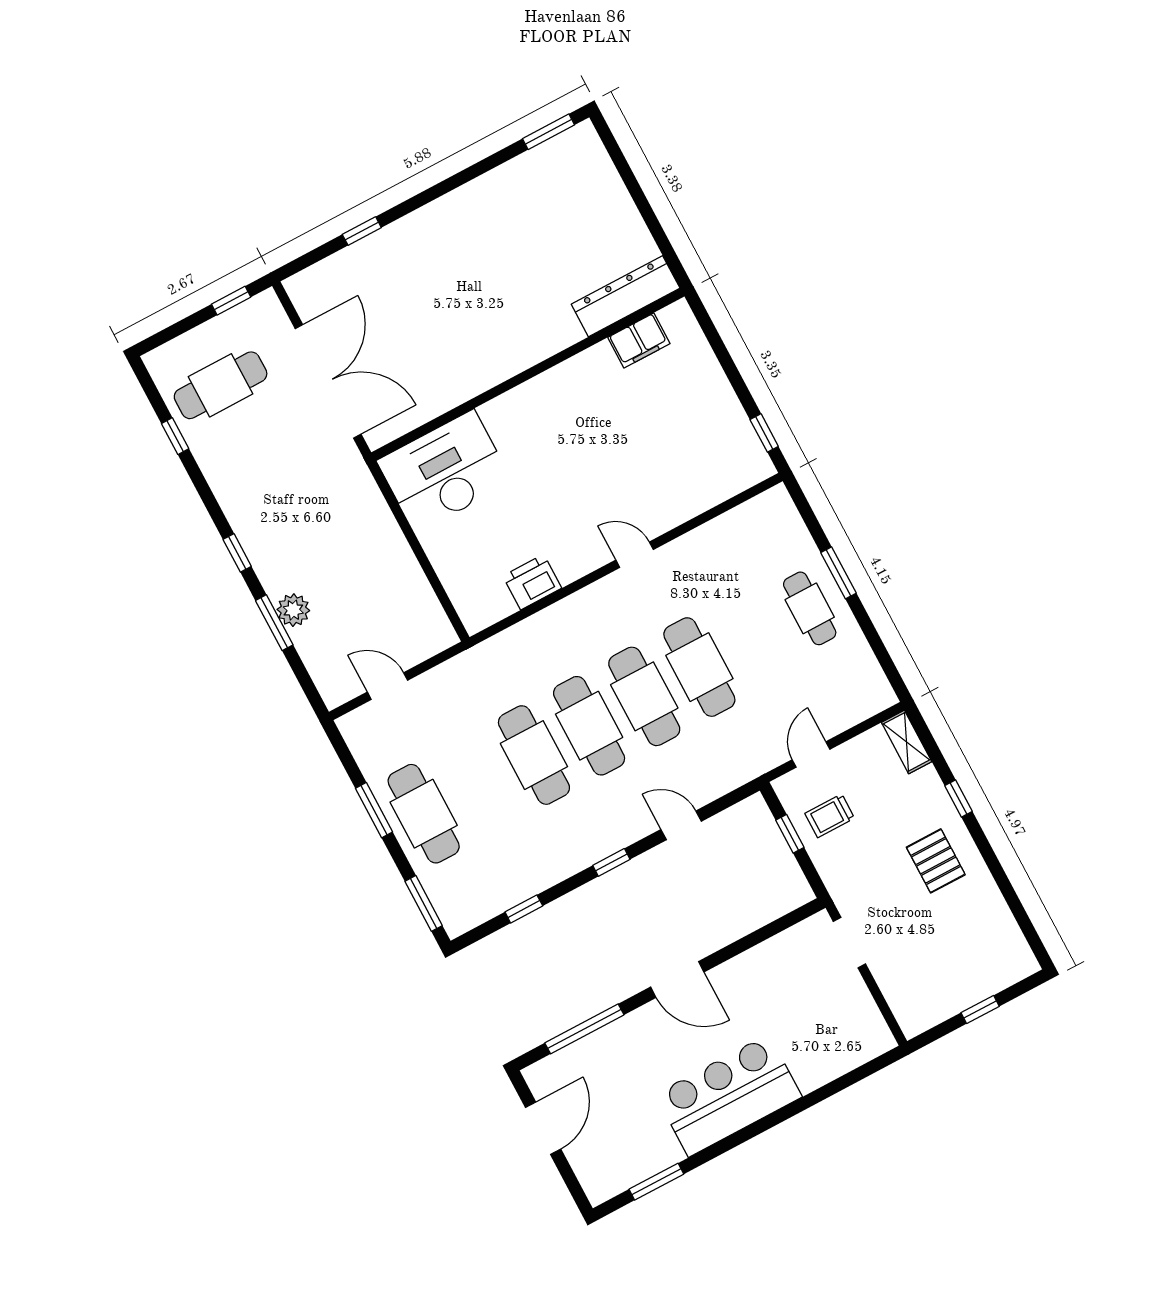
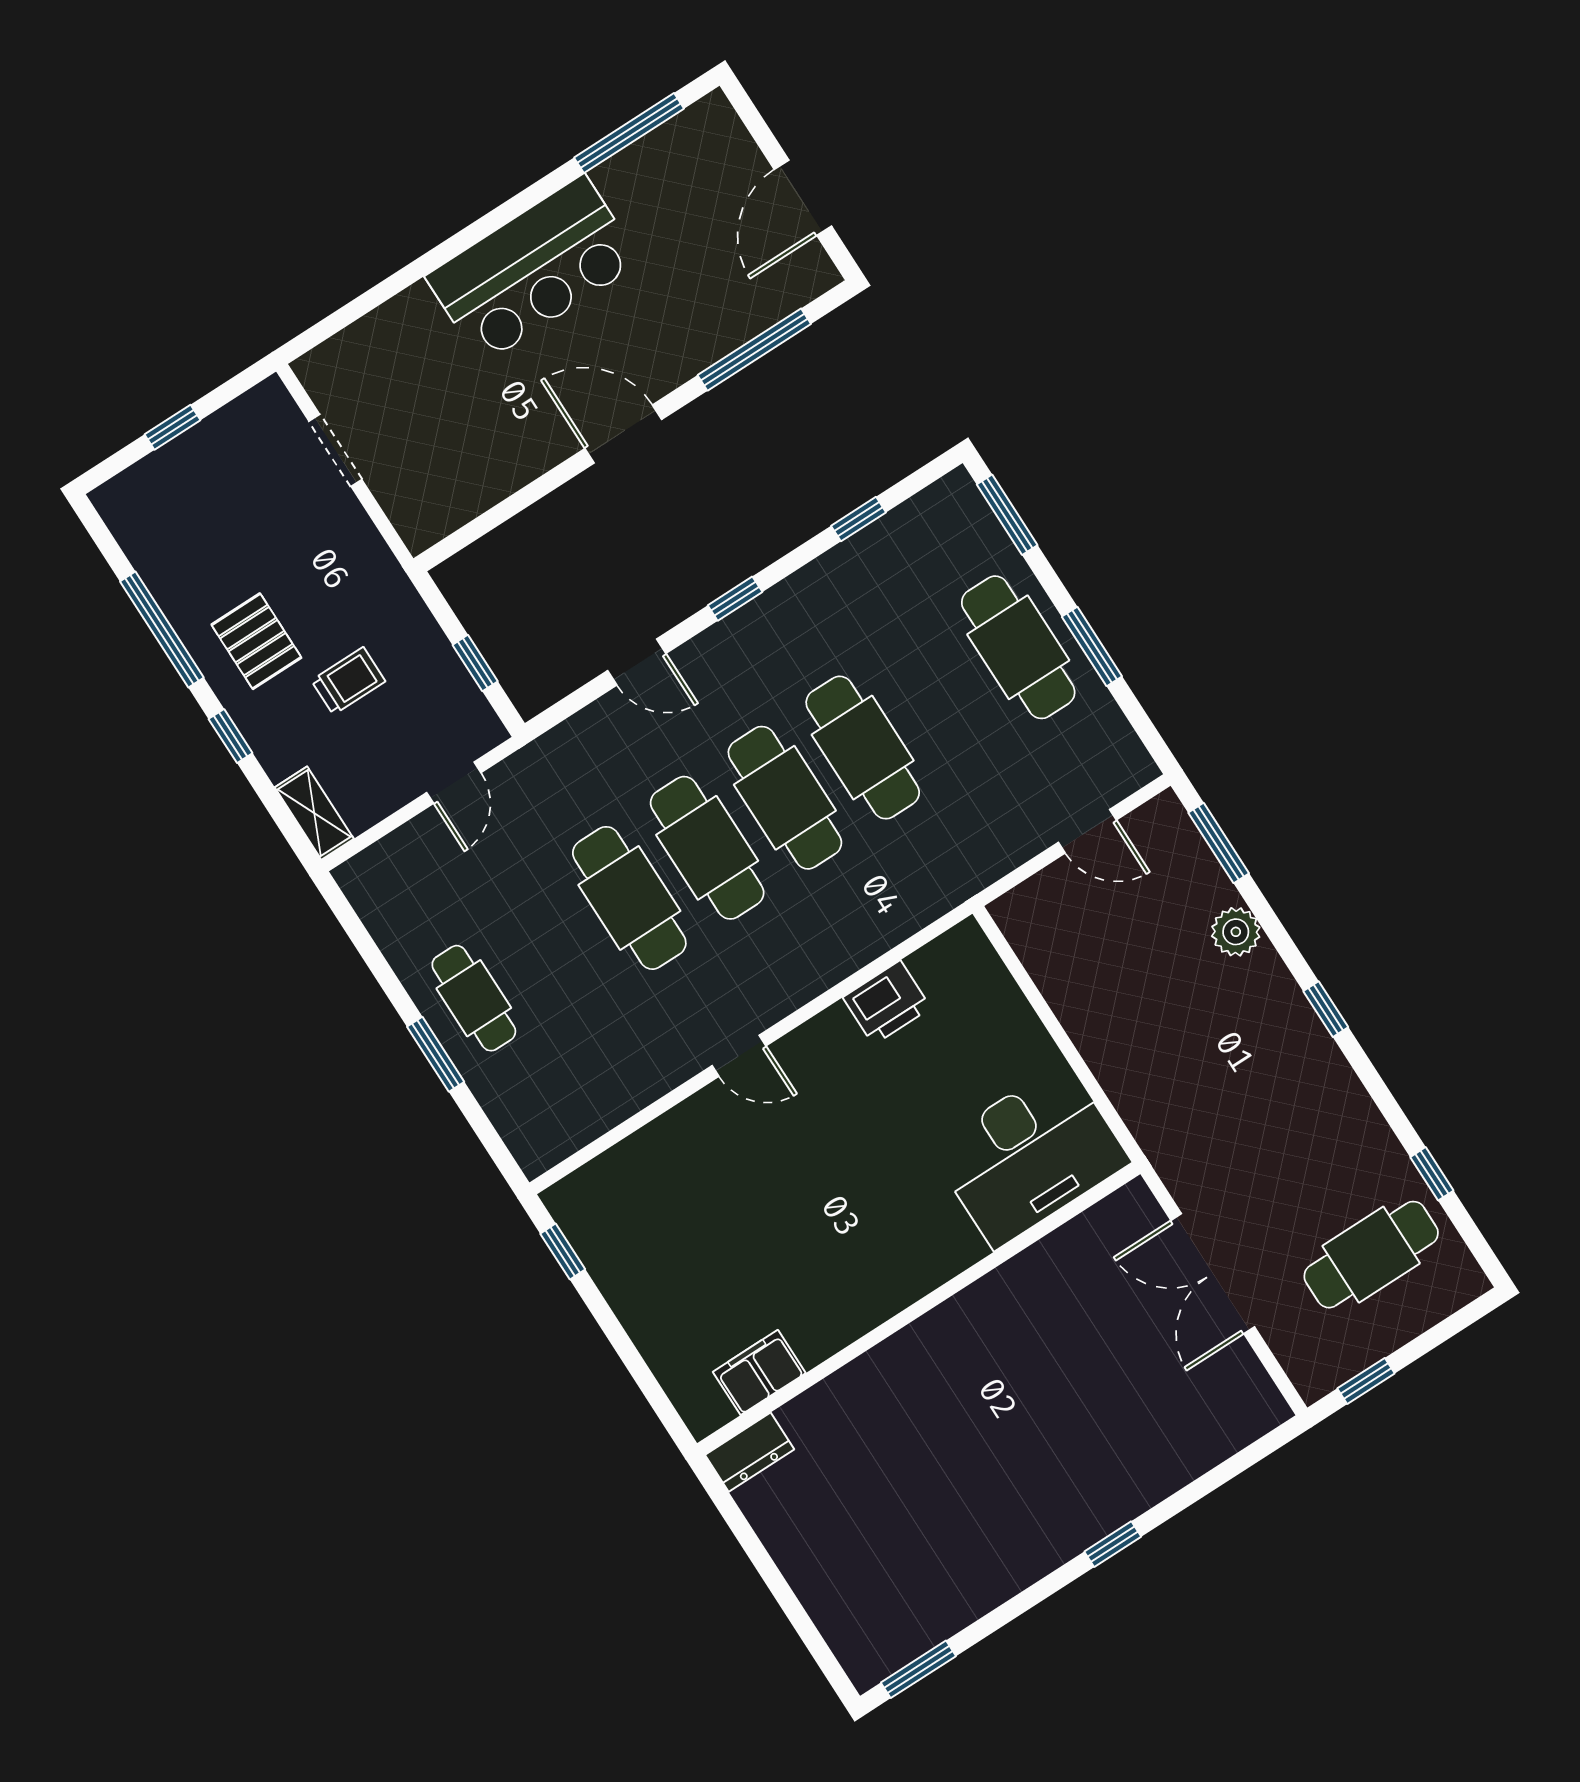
window: (362, 231) -> (1113, 1544), moved
dresser: (626, 296) -> (750, 1452), width x0.51, depth x0.80
double door: (328, 381) -> (1213, 1274), width x0.73
window: (274, 623) -> (1219, 843), moved
trolley: (830, 816) -> (348, 681), moved
window: (999, 874) -> (162, 630), added
doorway: (849, 943) -> (335, 450), moved
window: (656, 1182) -> (629, 133), width x1.44

